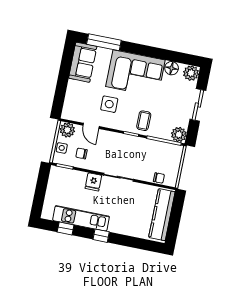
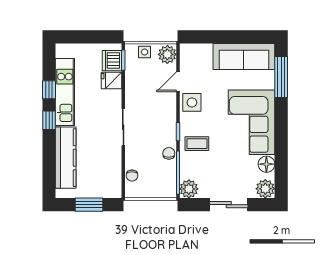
sofa: (83, 62) -> (244, 56), width x1.36
side table: (109, 104) -> (192, 102), moved
chair: (82, 153) -> (169, 153), moved
dishwasher: (63, 175) -> (112, 61), added
fridge: (93, 182) -> (112, 81), moved
kitchen counter: (162, 215) -> (66, 158), moved, turned 90
window: (175, 217) -> (89, 205), added
window: (66, 229) -> (49, 90), moved

